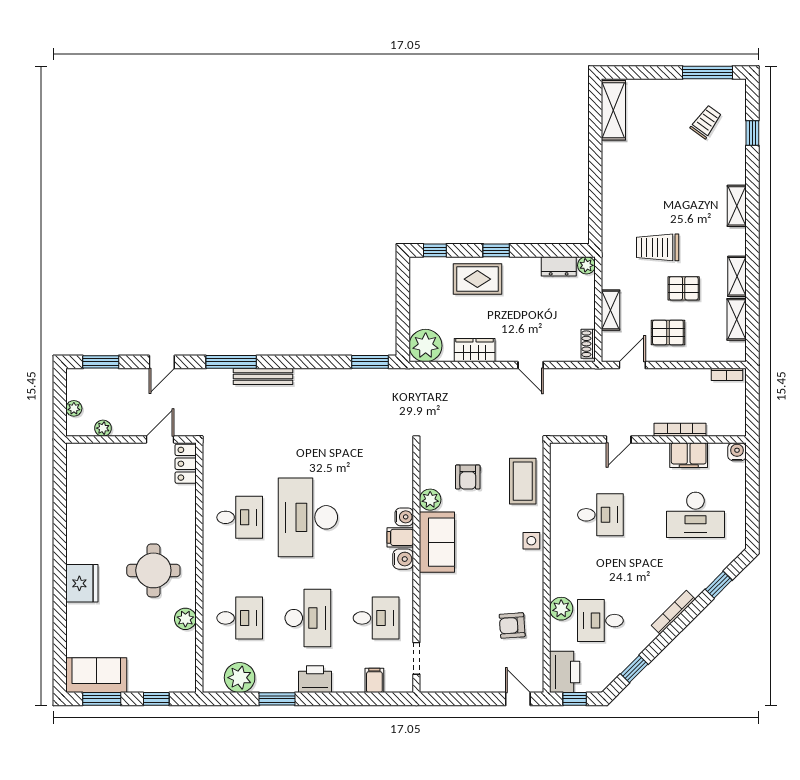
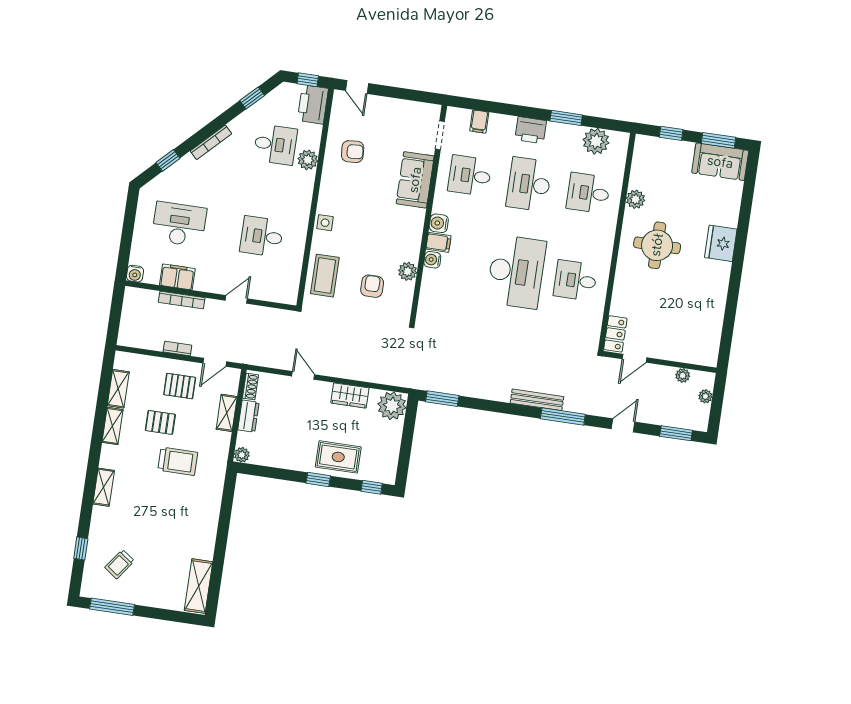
dresser: (559, 266) -> (248, 416), moved, turned 90
bookcase: (727, 374) -> (177, 349), moved
sofa: (437, 542) -> (415, 180), moved

